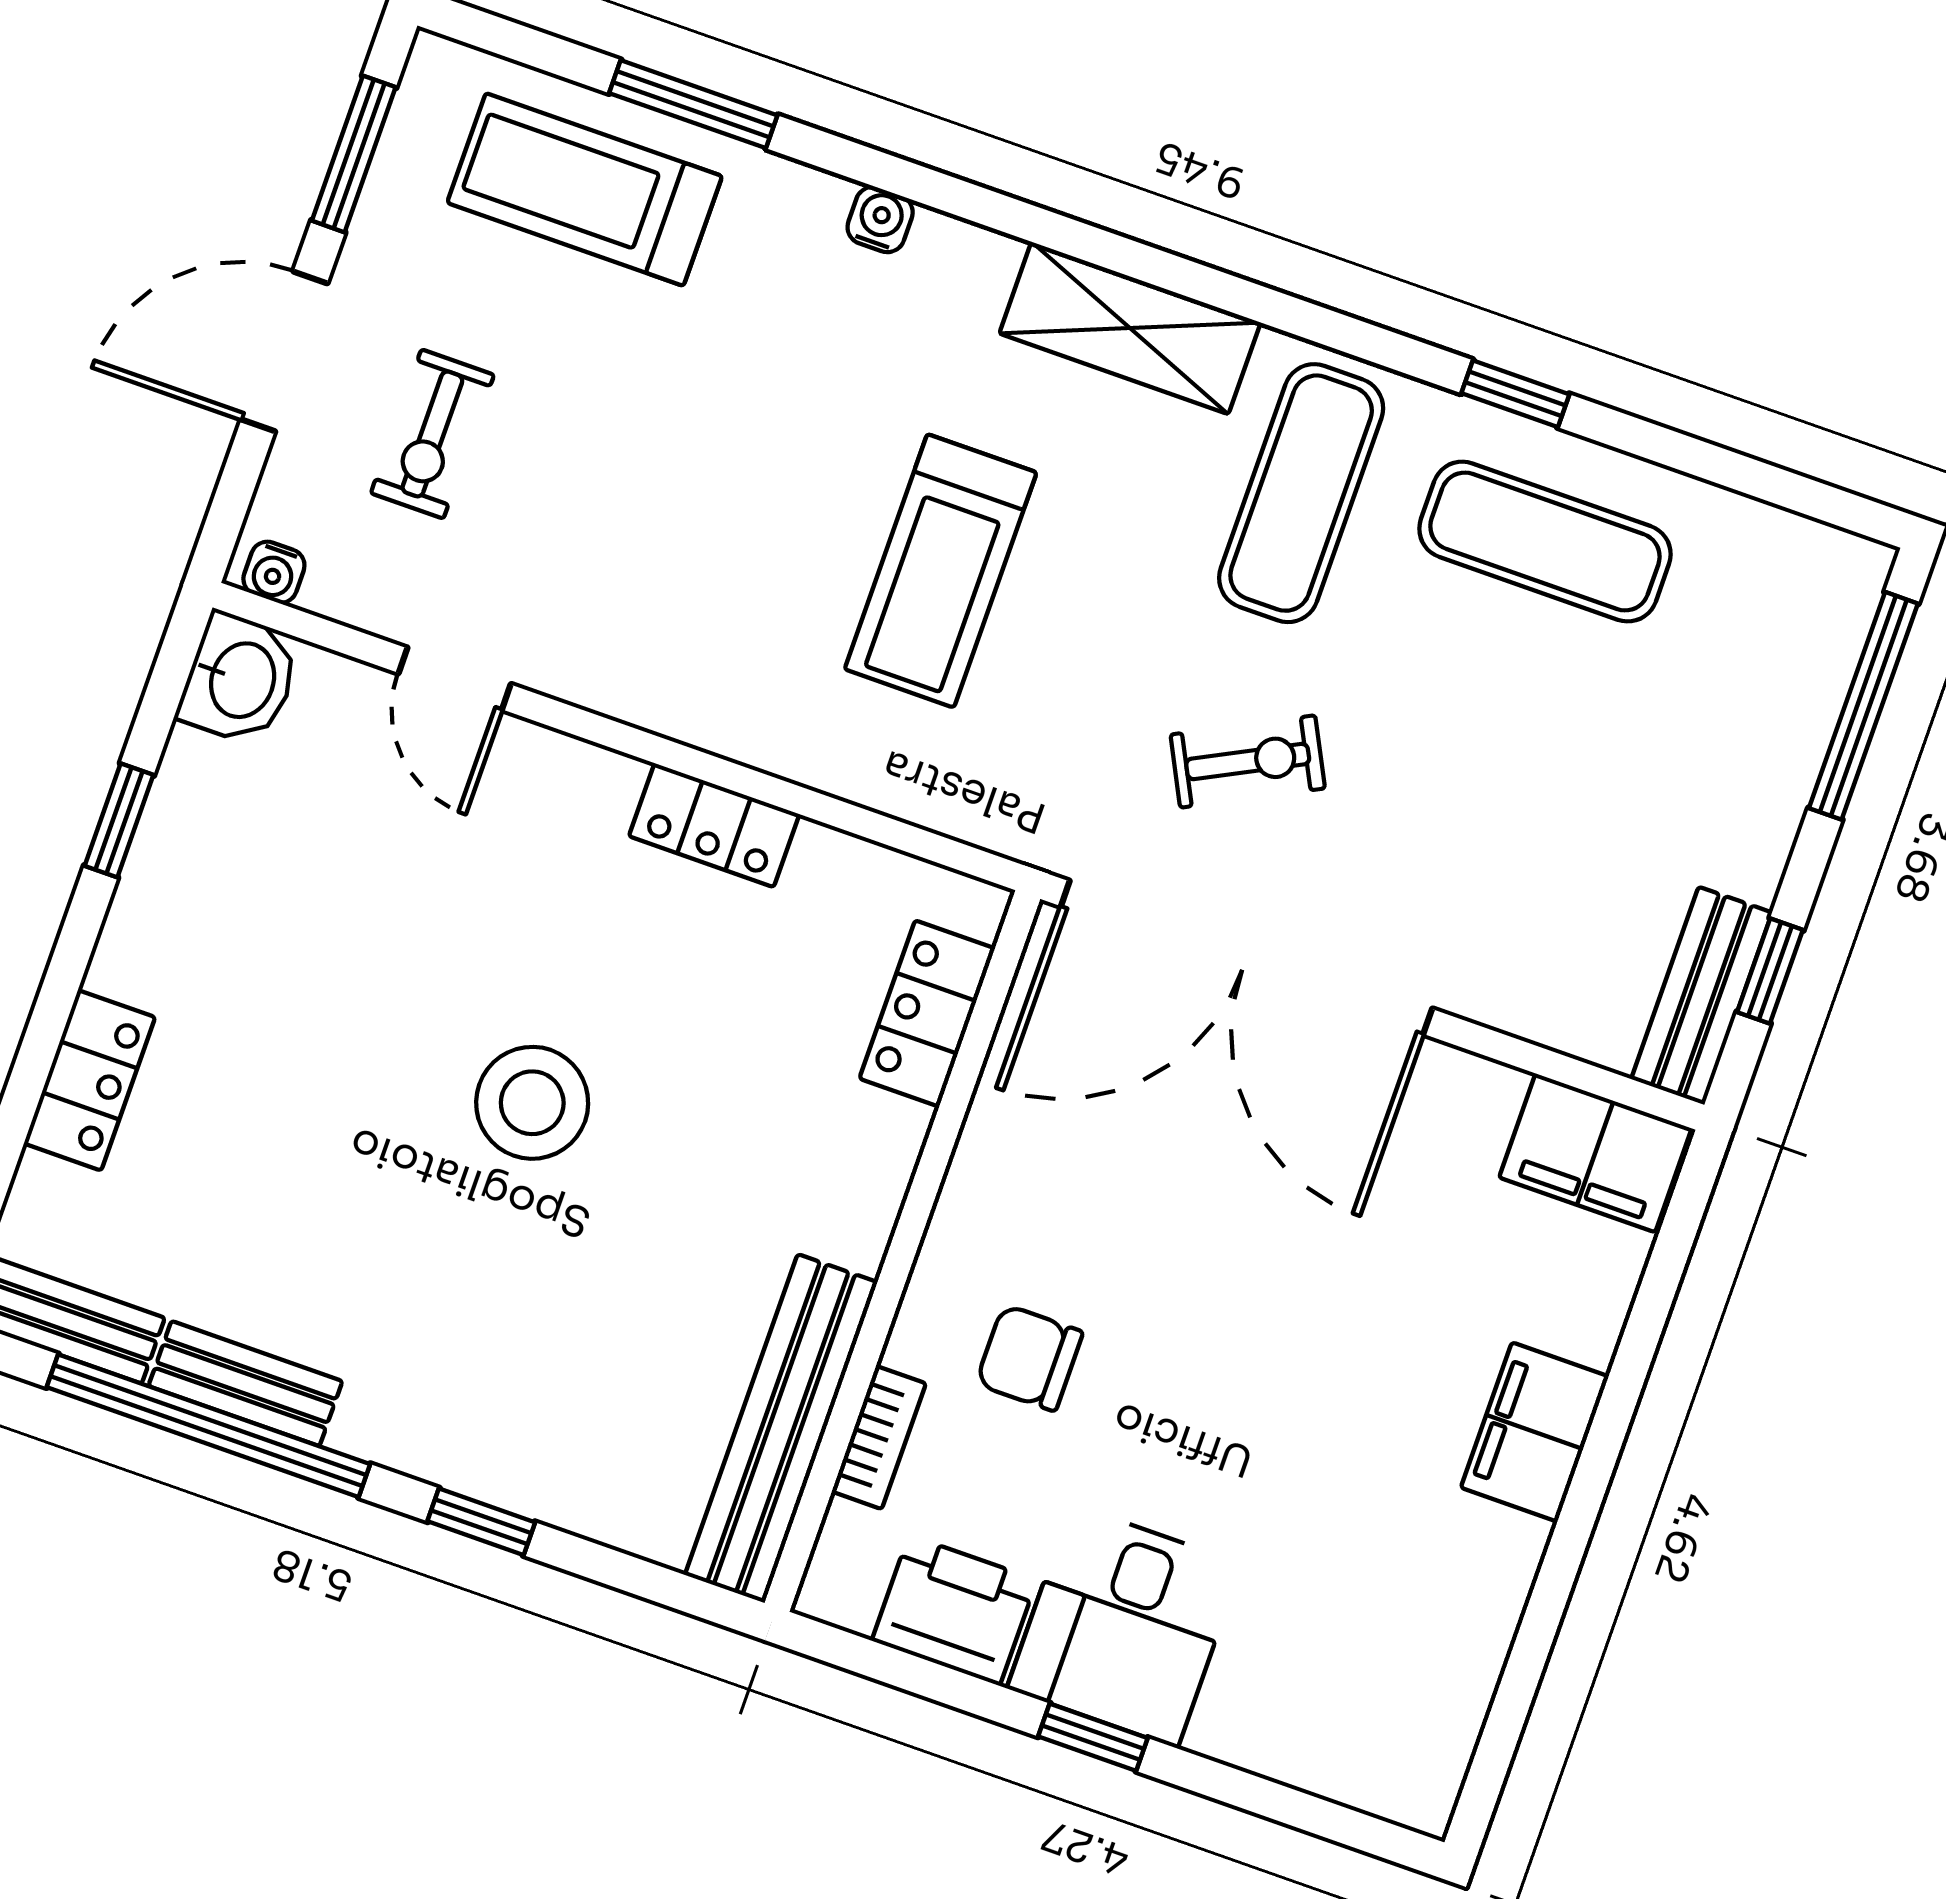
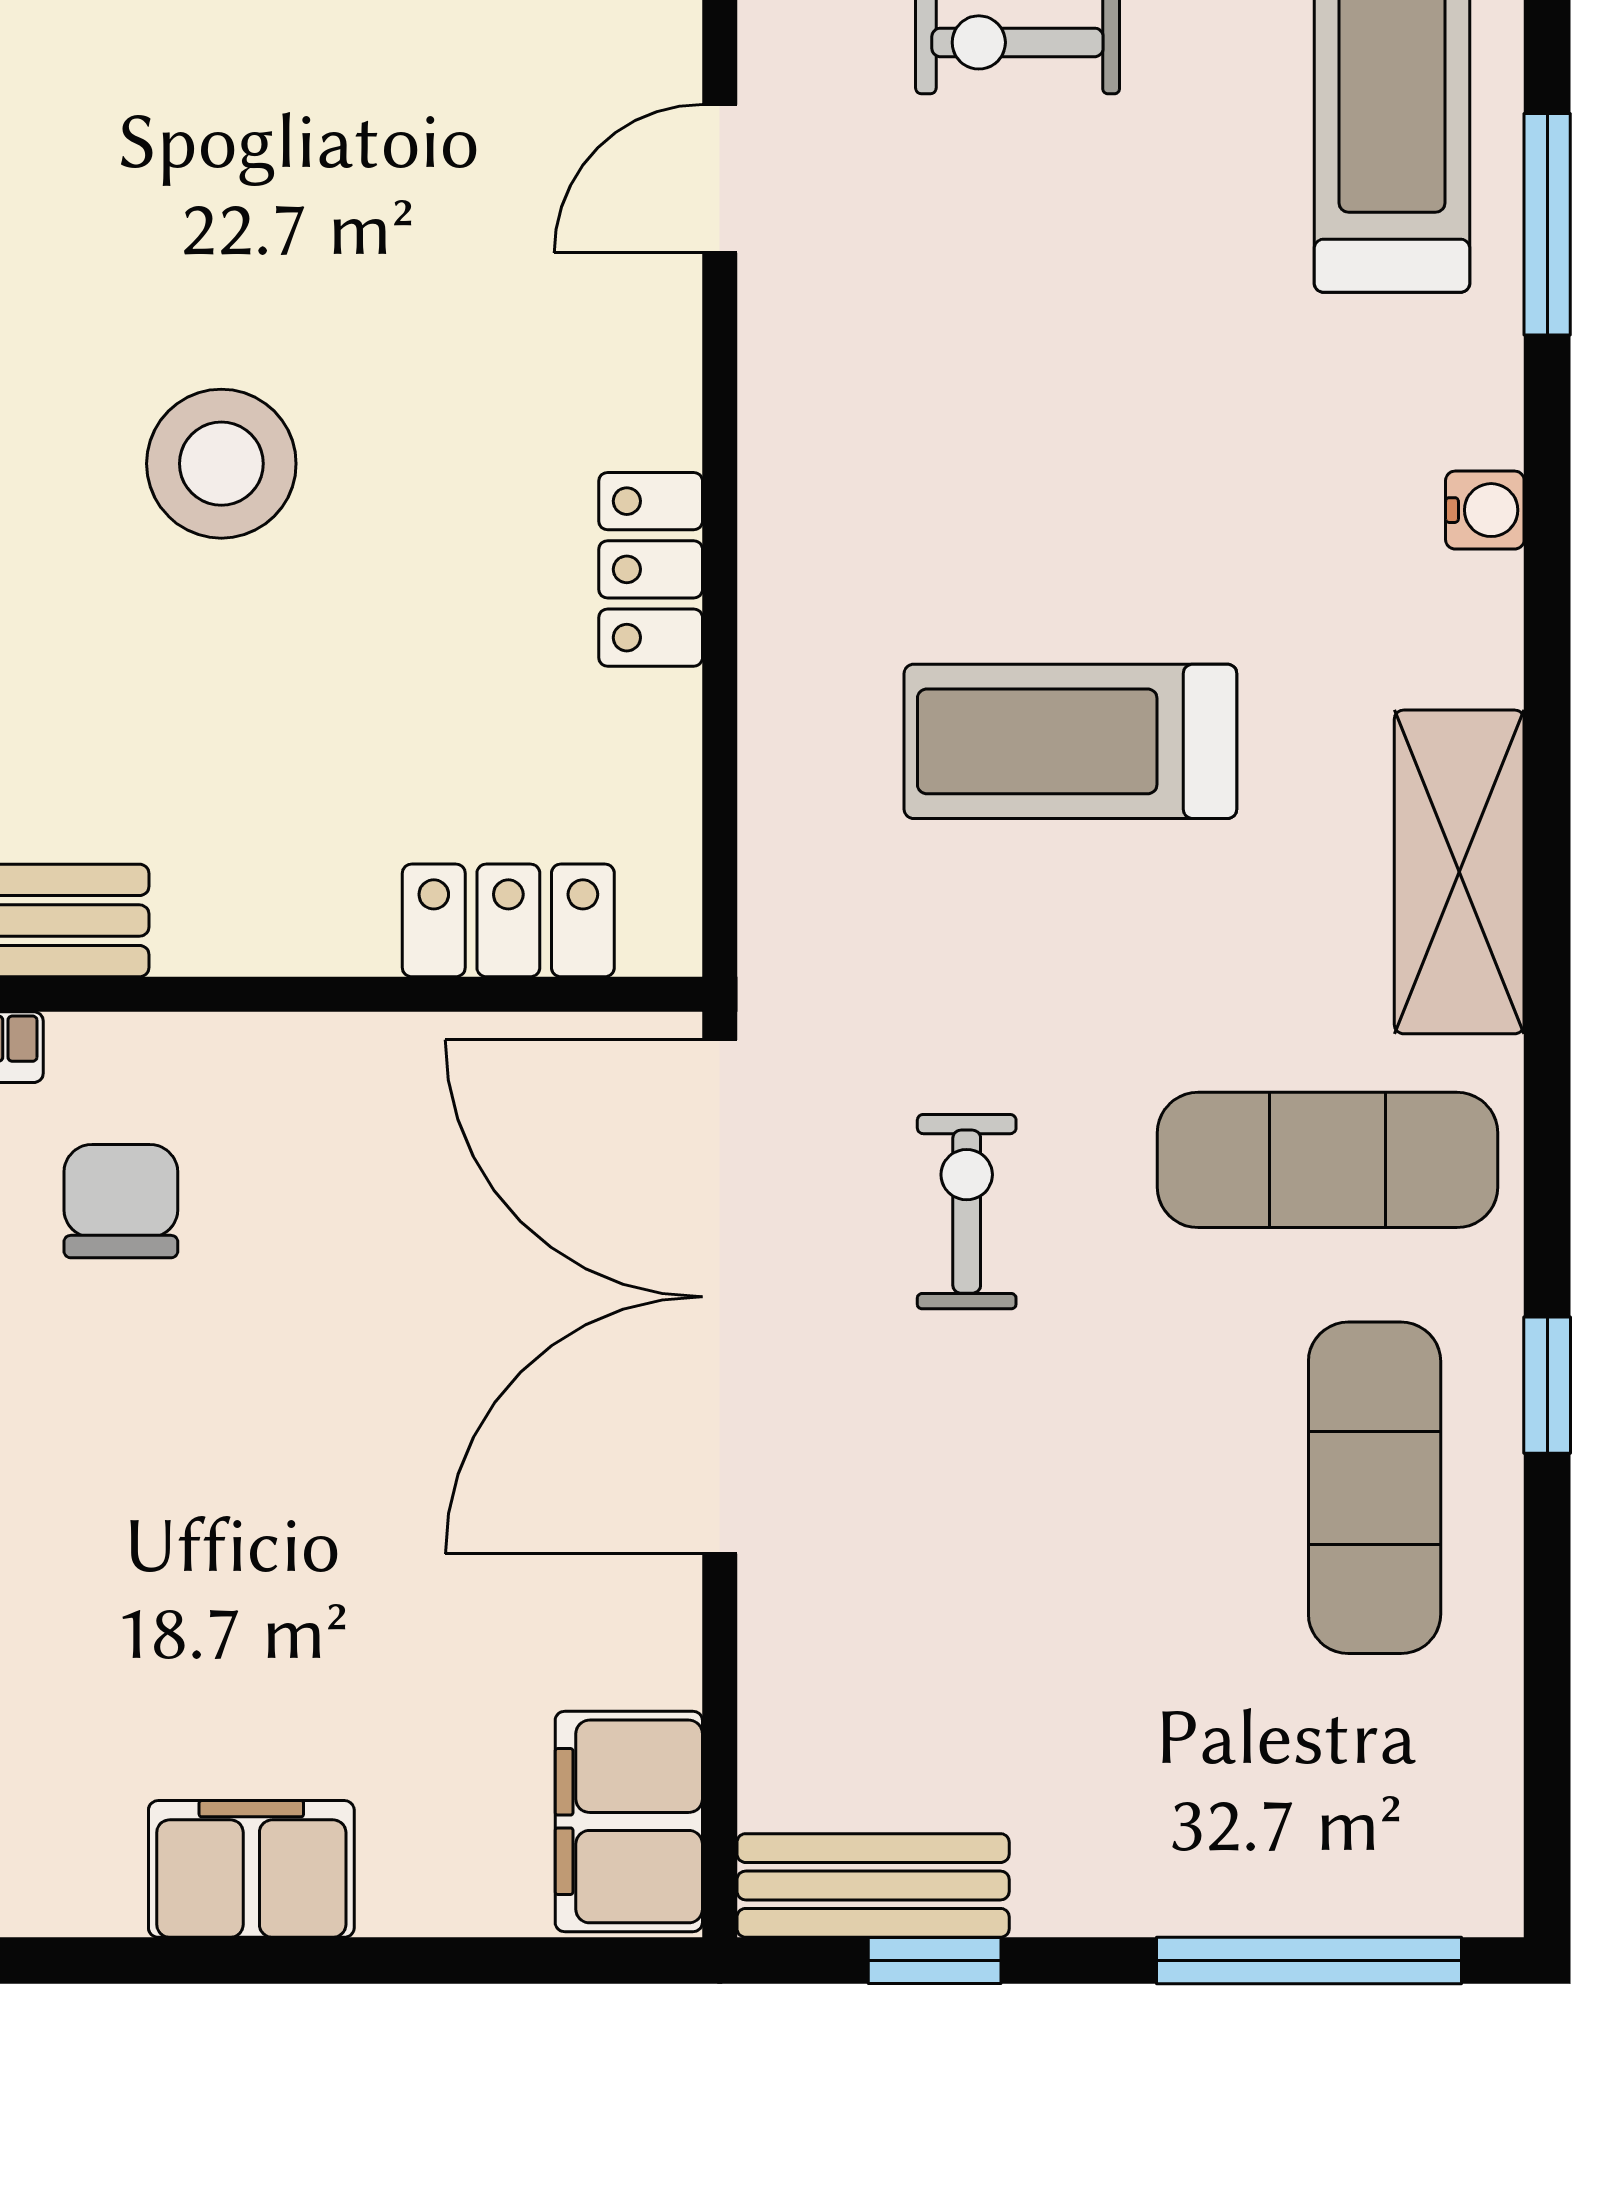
exercise bike: (1248, 762) -> (967, 1212), turned -153

